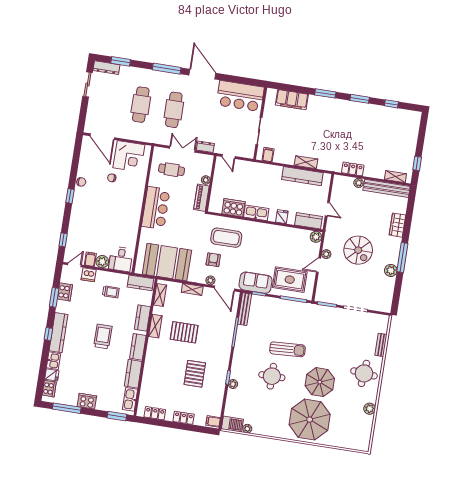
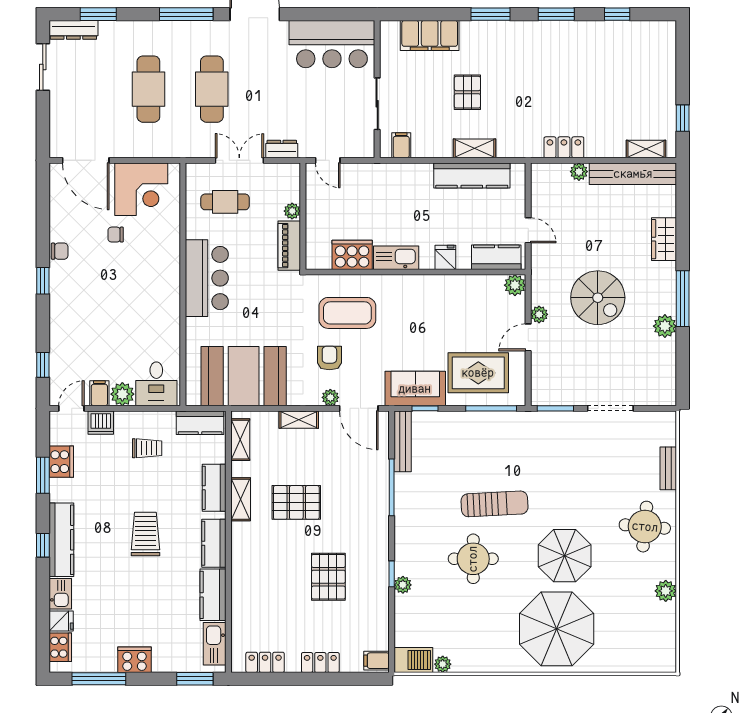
pallet: (307, 132) -> (467, 92), added

